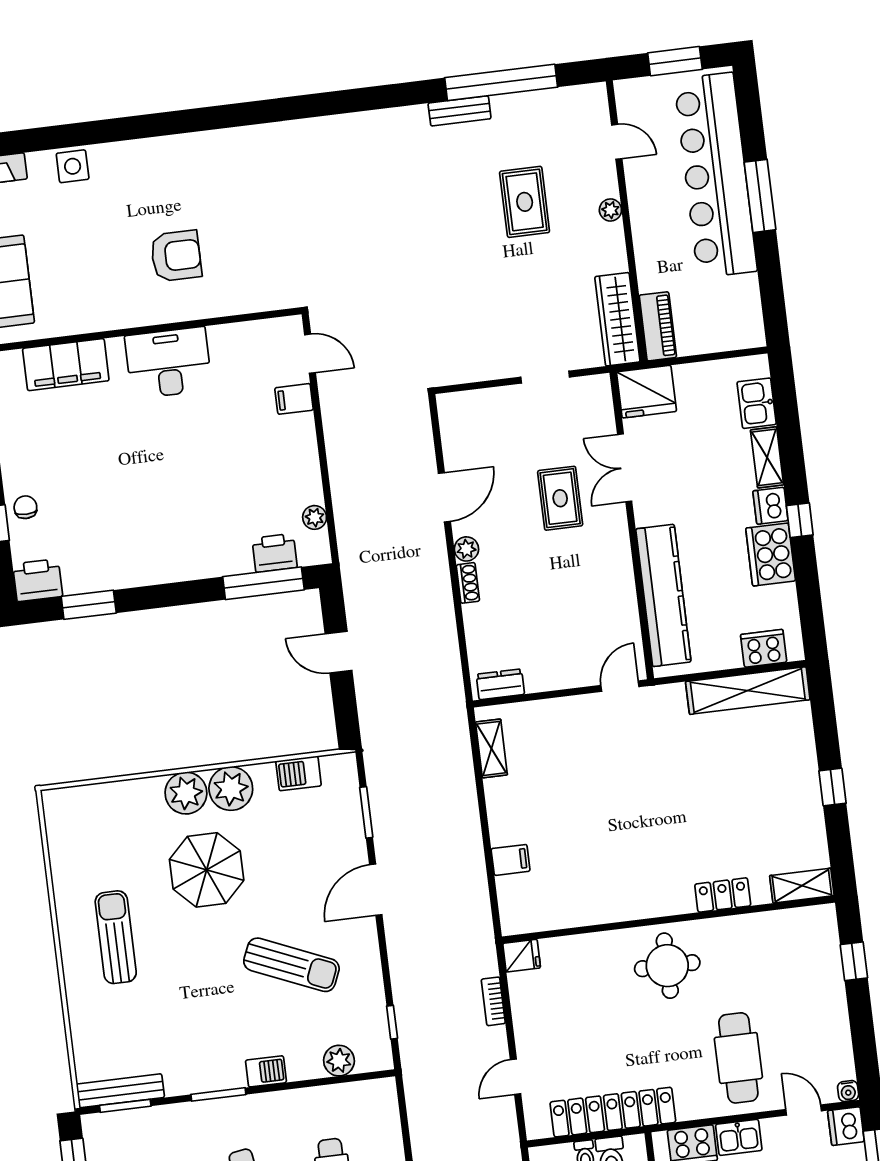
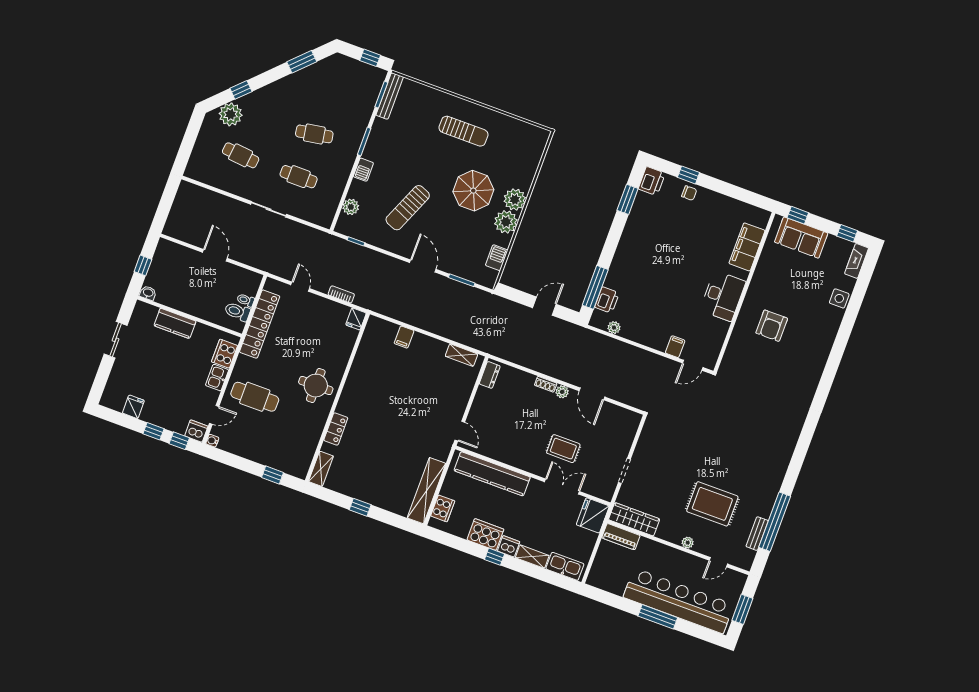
bench: (460, 111) -> (757, 534), moved
rug: (525, 202) -> (712, 504), width x1.36, depth x1.43
kitchen sink: (757, 403) -> (565, 566), width x1.38

